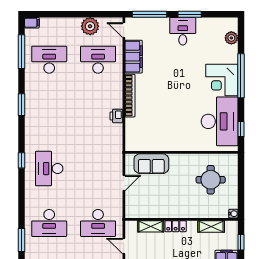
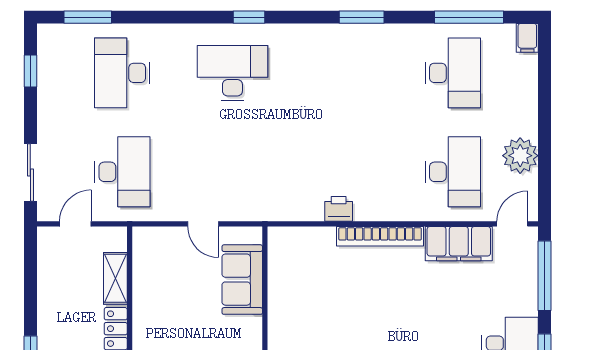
desk: (98, 223) -> (122, 172), turned 180

